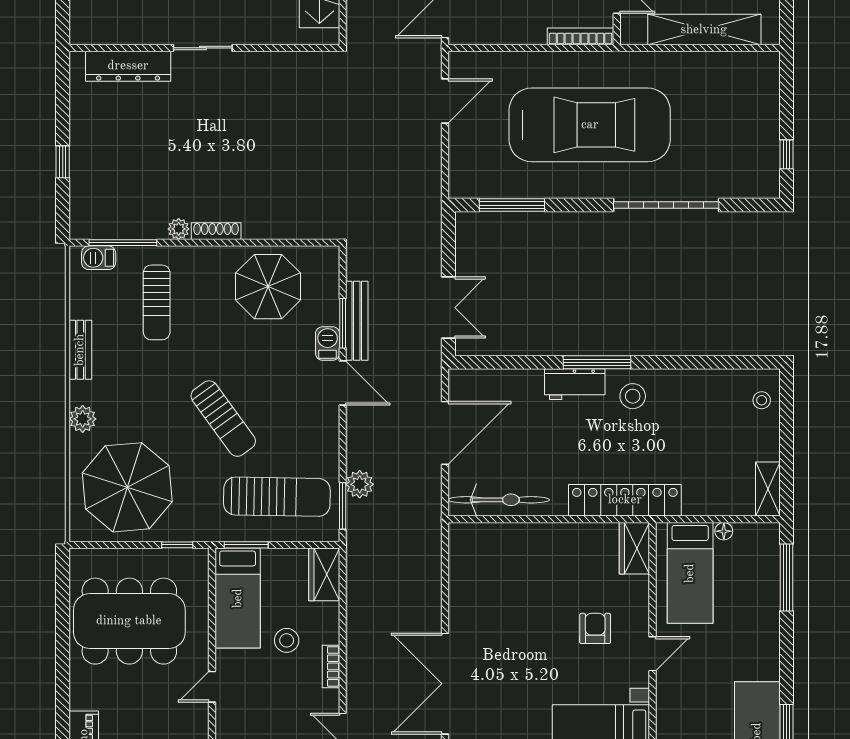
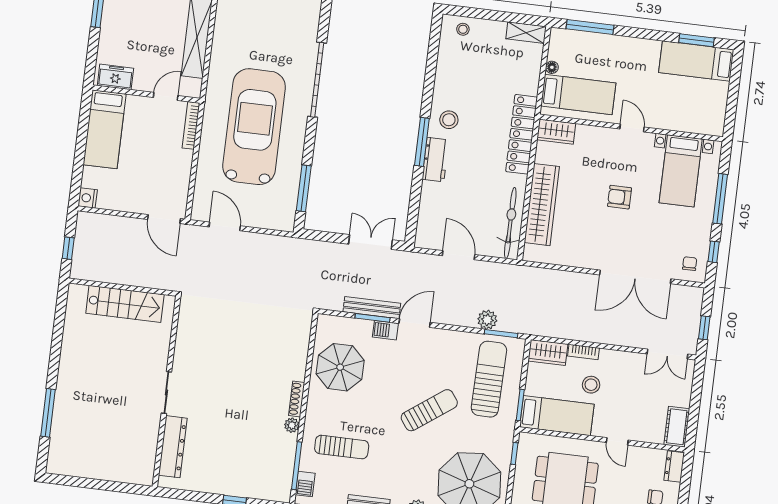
door: (445, 433) -> (459, 255), width x0.73
wardrobe: (530, 541) -> (542, 205), added
armchair: (595, 628) -> (620, 197), moved
bookcase: (331, 666) -> (584, 352), moved

